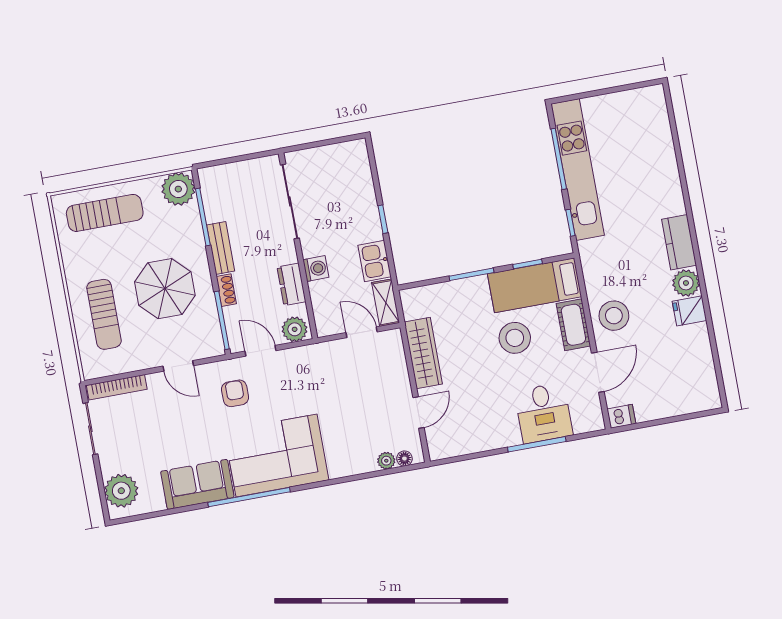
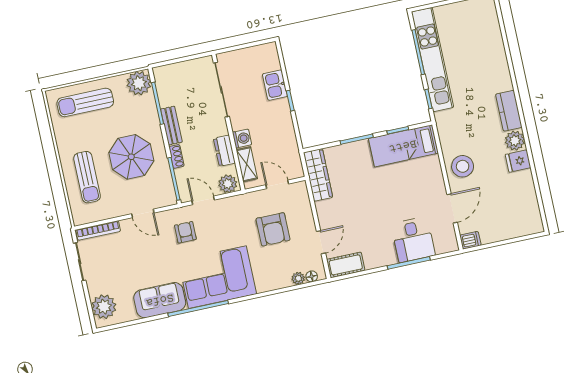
sun lounger: (105, 213) -> (85, 102), turned 180
kitchen sink: (374, 261) -> (275, 85), moved
shelving: (386, 303) -> (247, 164), moved
cot: (573, 325) -> (346, 265), moved, turned 90
stool: (515, 338) -> (390, 185), removed
wardrobe: (423, 353) -> (318, 175), moved
armchair: (354, 393) -> (273, 229), added

